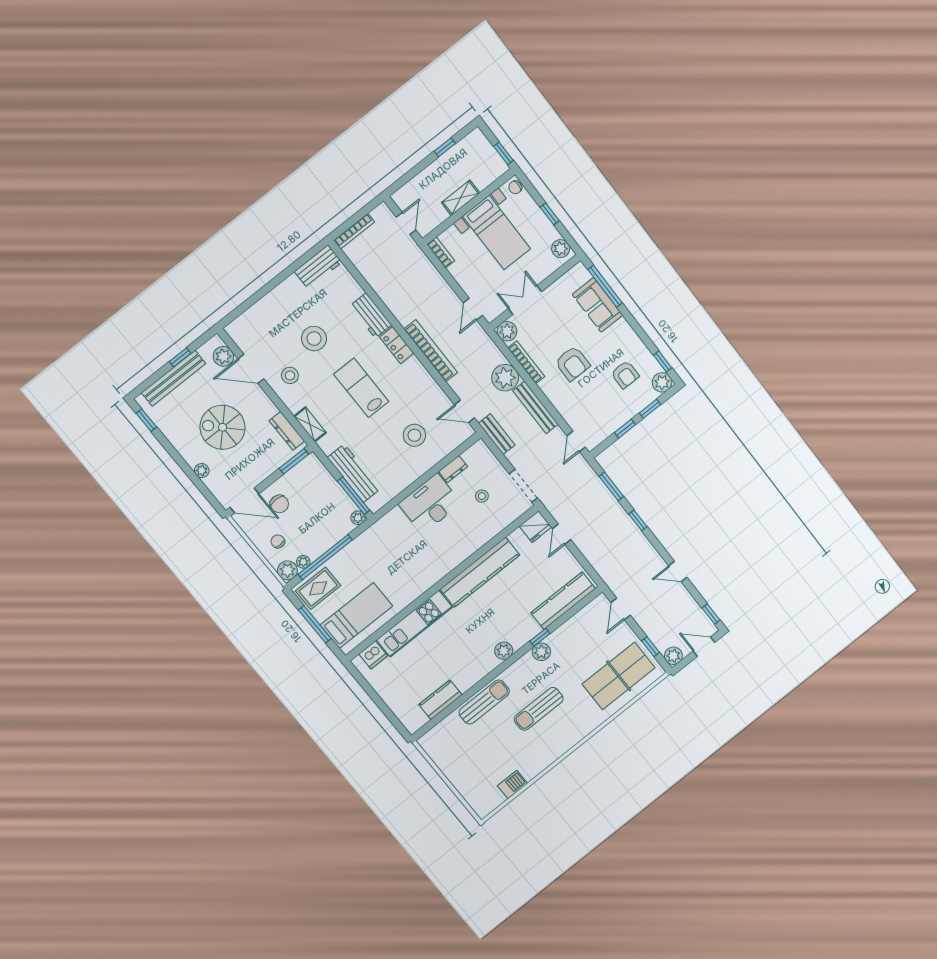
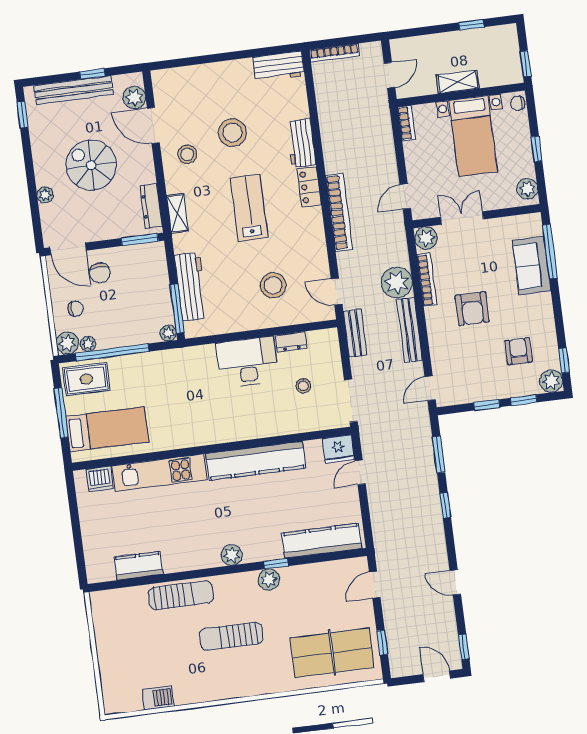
armchair: (625, 375) -> (519, 351), turned 180
chair: (278, 541) -> (76, 309), turned 90
plant: (673, 656) -> (400, 666), removed

